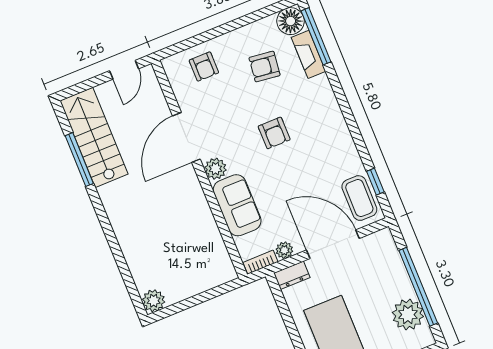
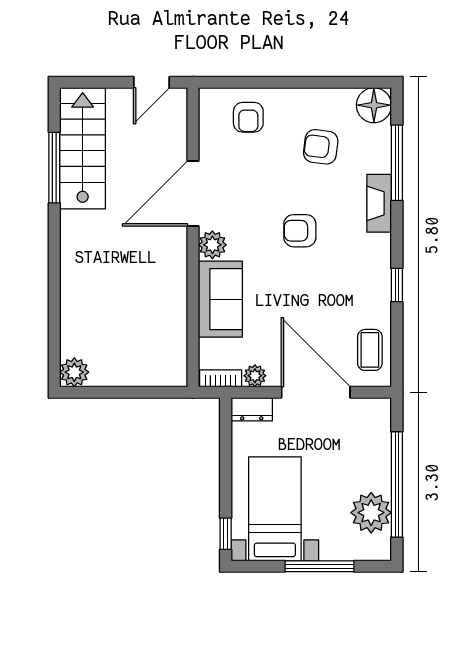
window: (316, 36) -> (397, 163), moved
fireplace: (309, 54) -> (379, 203), moved
armchair: (274, 133) -> (300, 231), turned 90
window: (375, 182) -> (397, 285), moved
coffee table: (359, 198) -> (370, 350), width x0.73, depth x0.77

